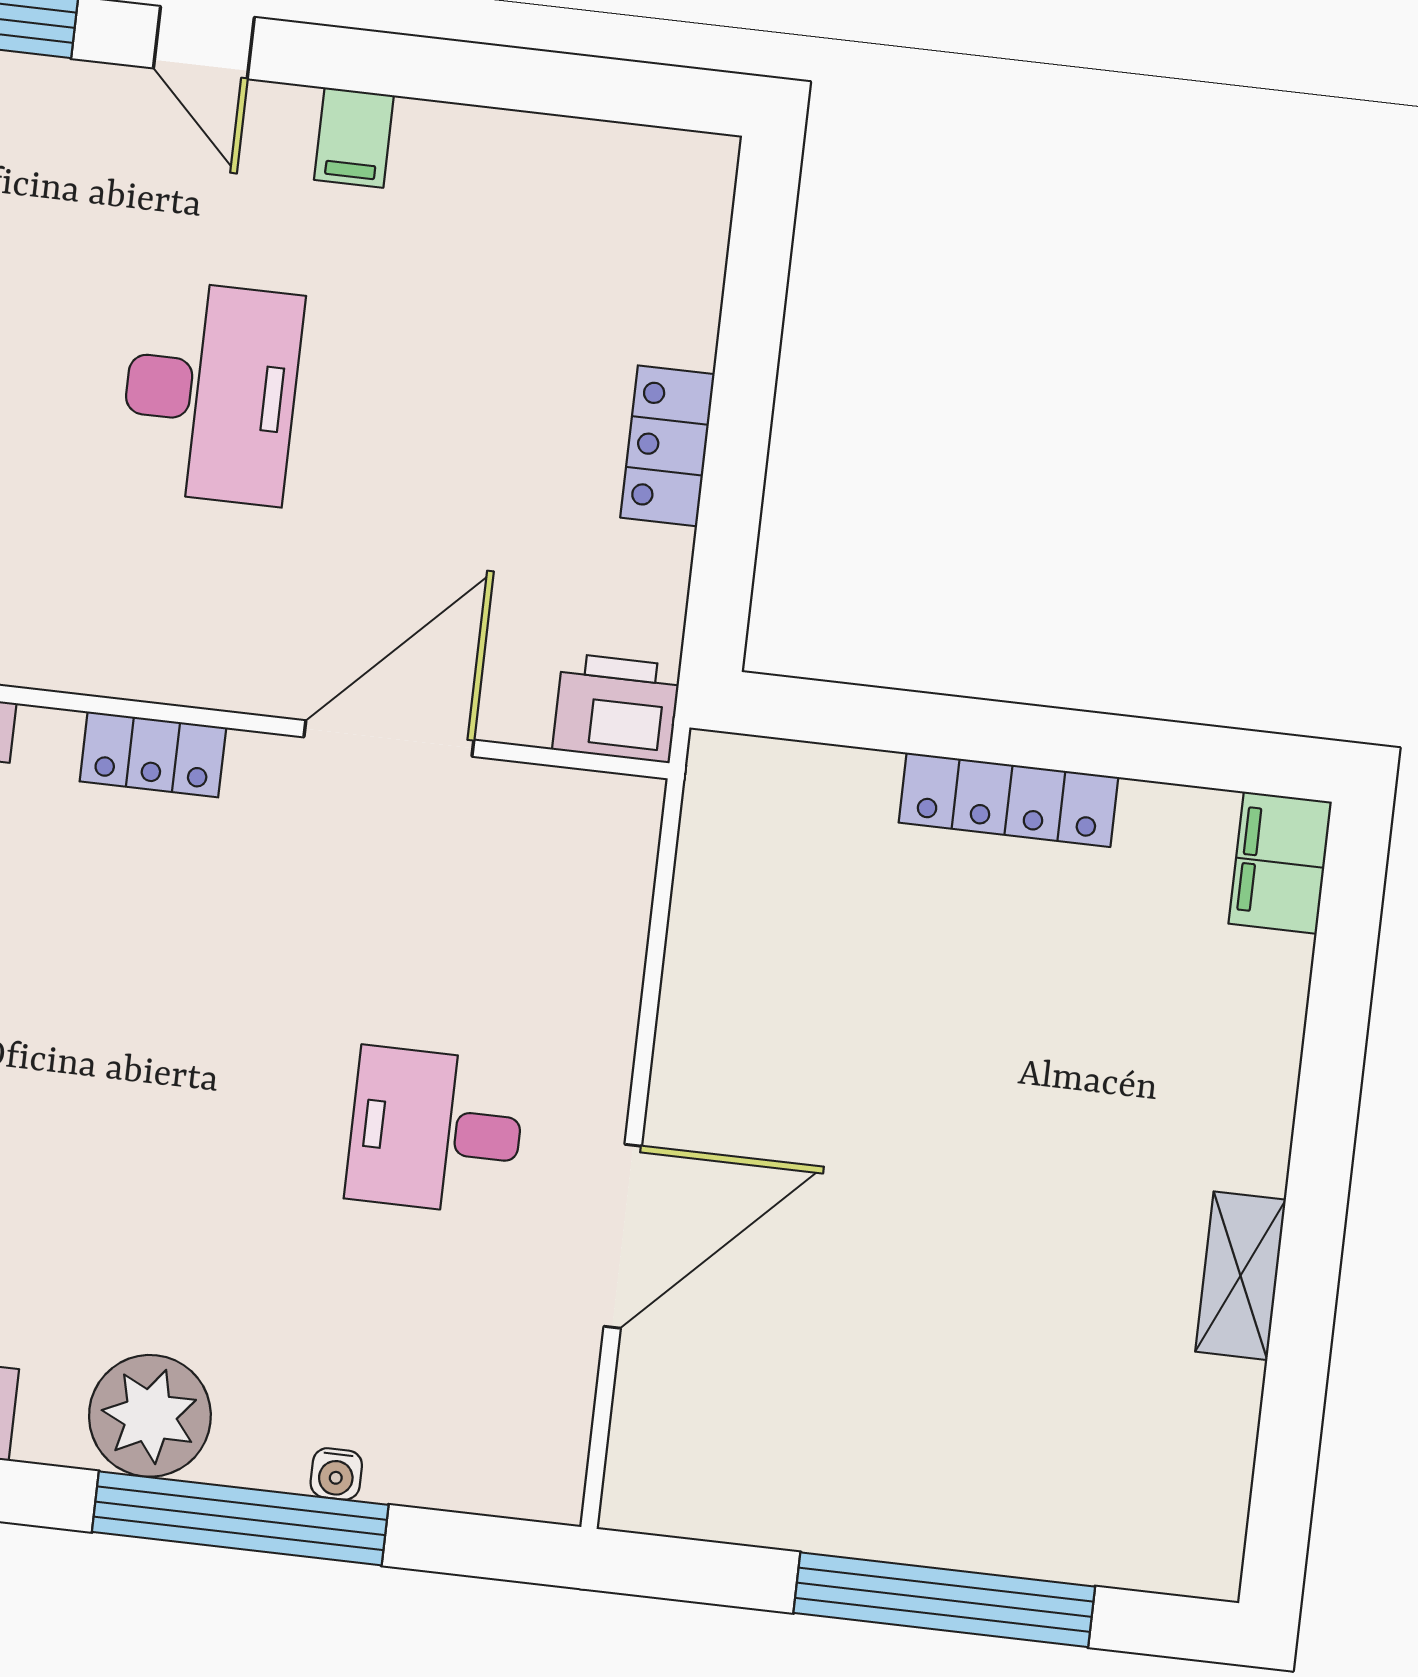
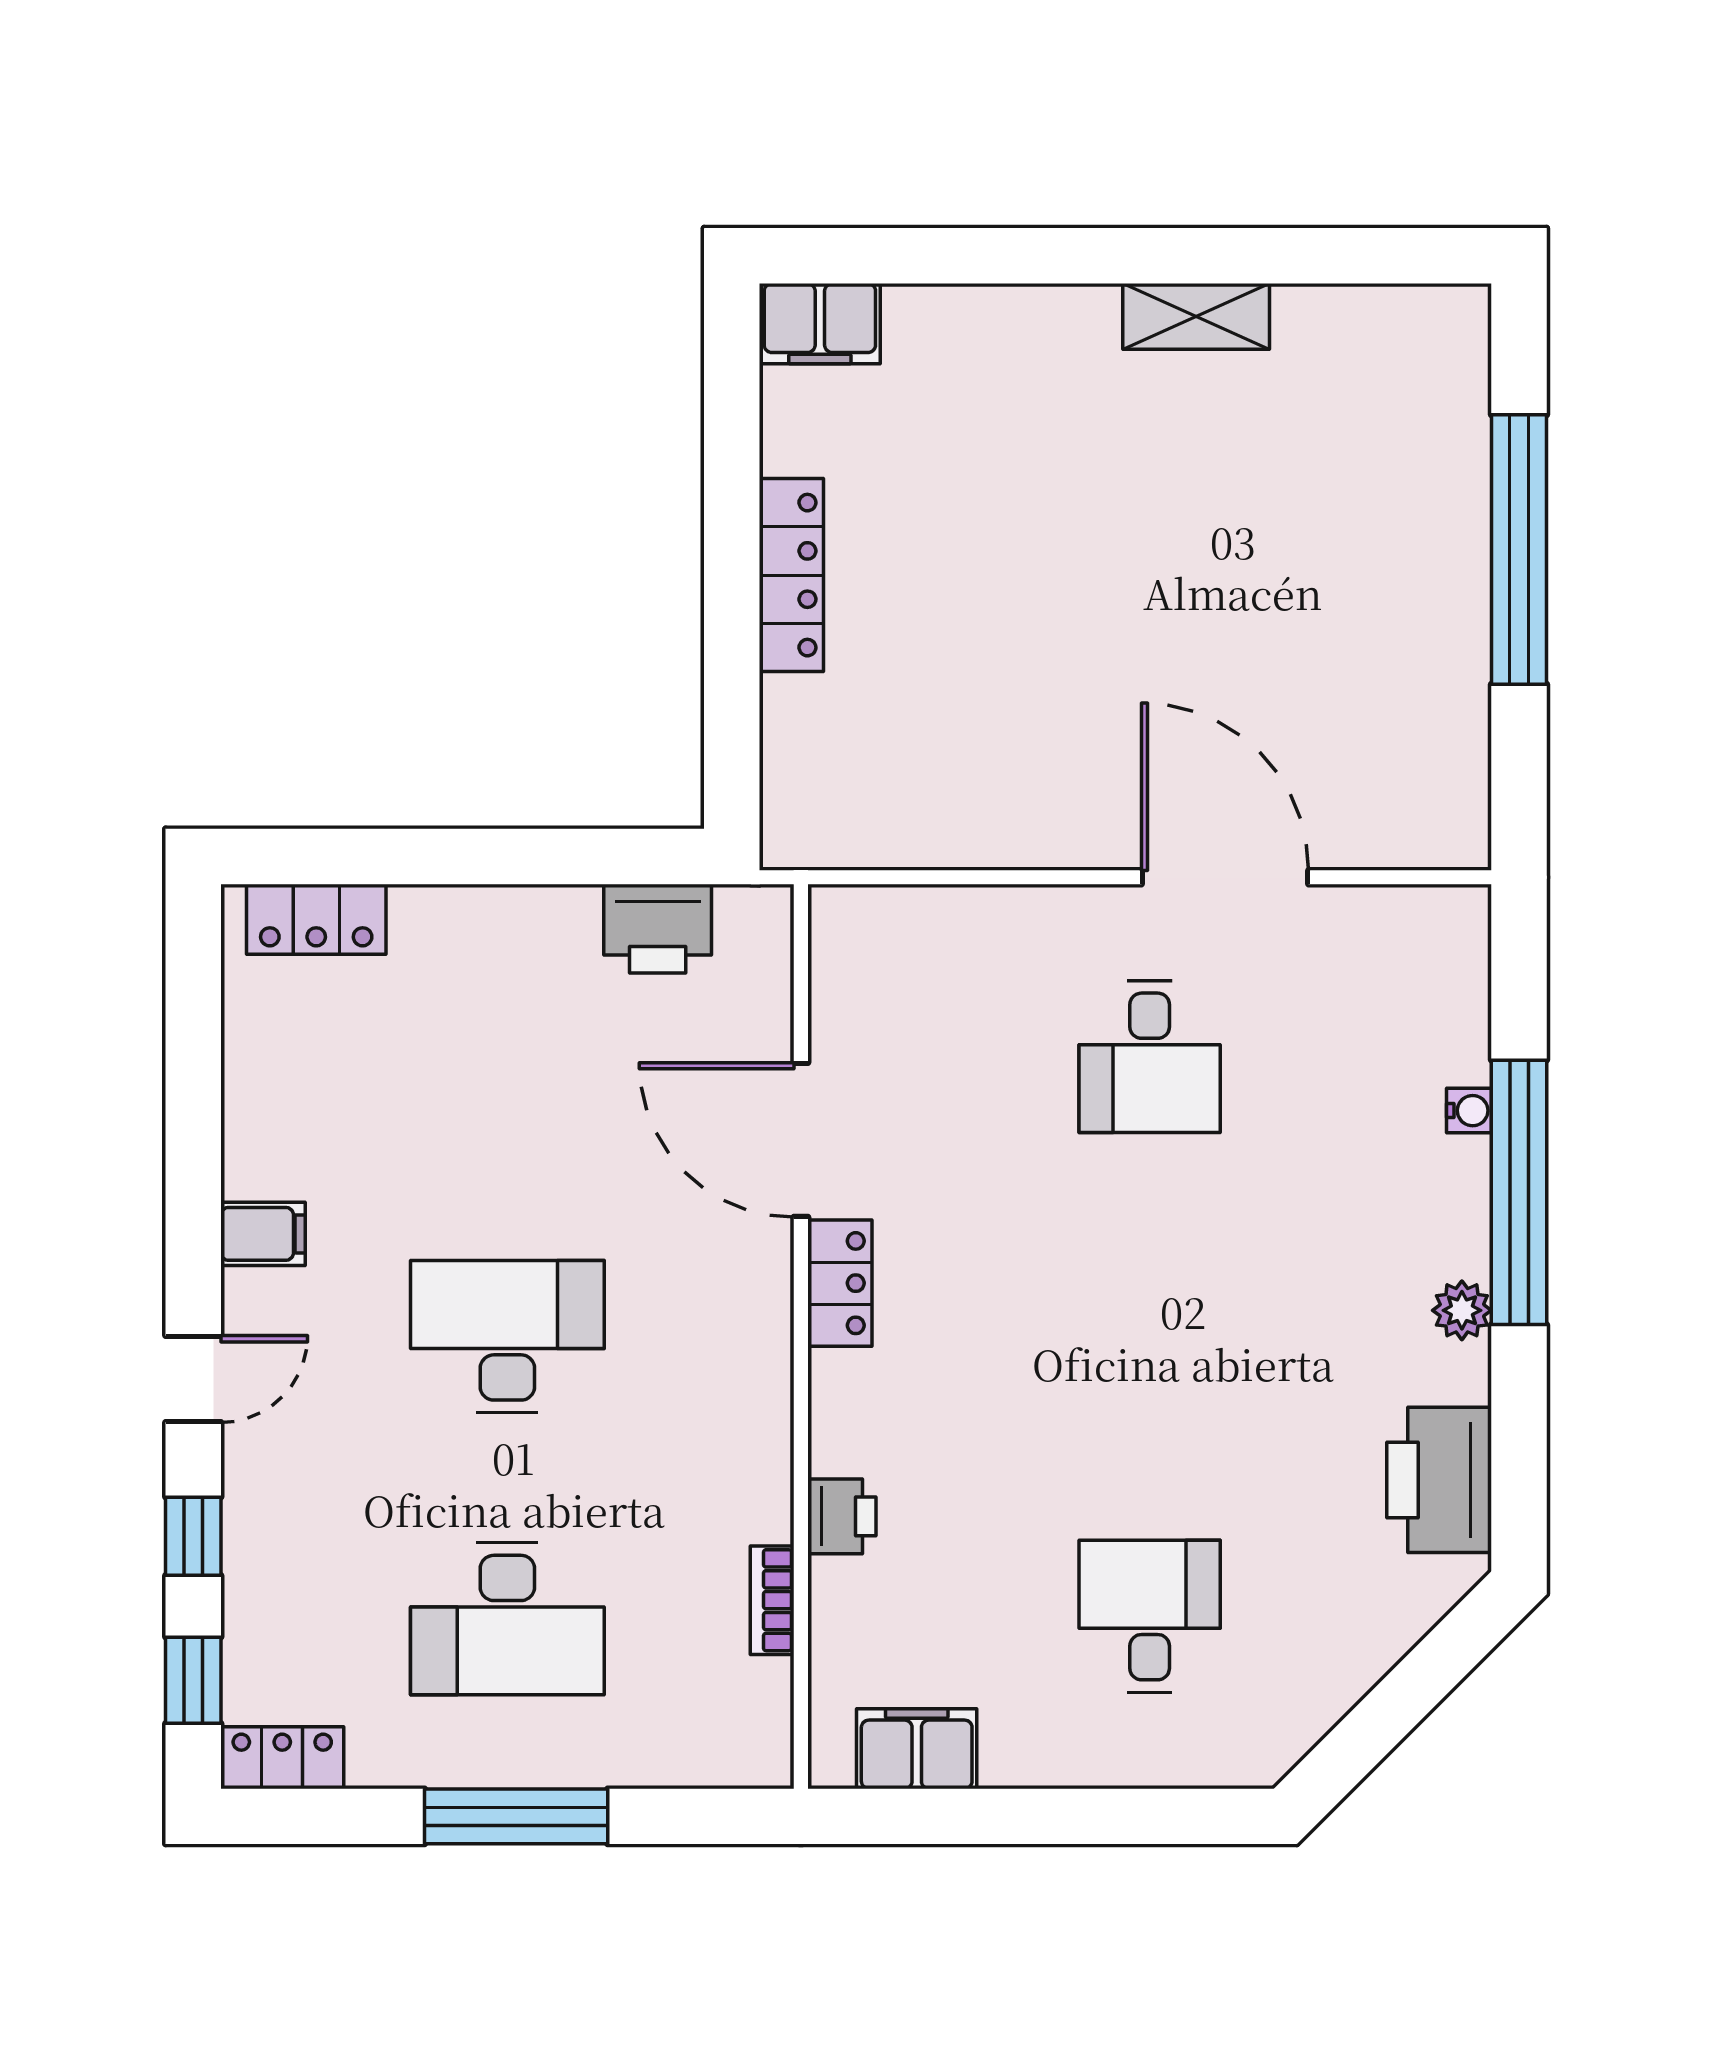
locker: (667, 446) -> (316, 919), moved
printer: (616, 708) -> (658, 929), moved, turned -90
locker: (153, 754) -> (840, 1283), moved
plant: (150, 1416) -> (1462, 1310), width x0.53, depth x0.53

